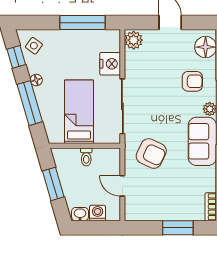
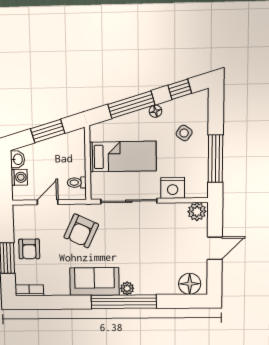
side table: (34, 46) -> (184, 133), moved
armchair: (192, 81) -> (29, 249), moved
toilet: (86, 157) -> (77, 183), moved

